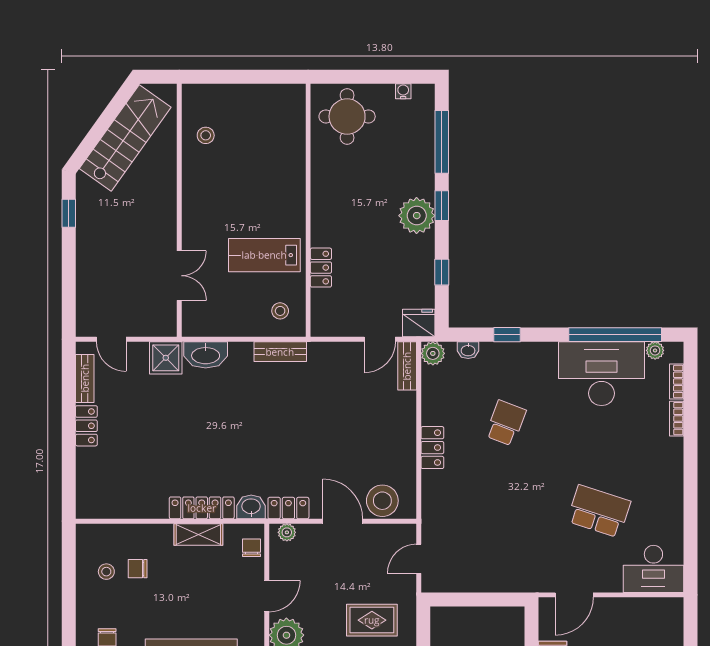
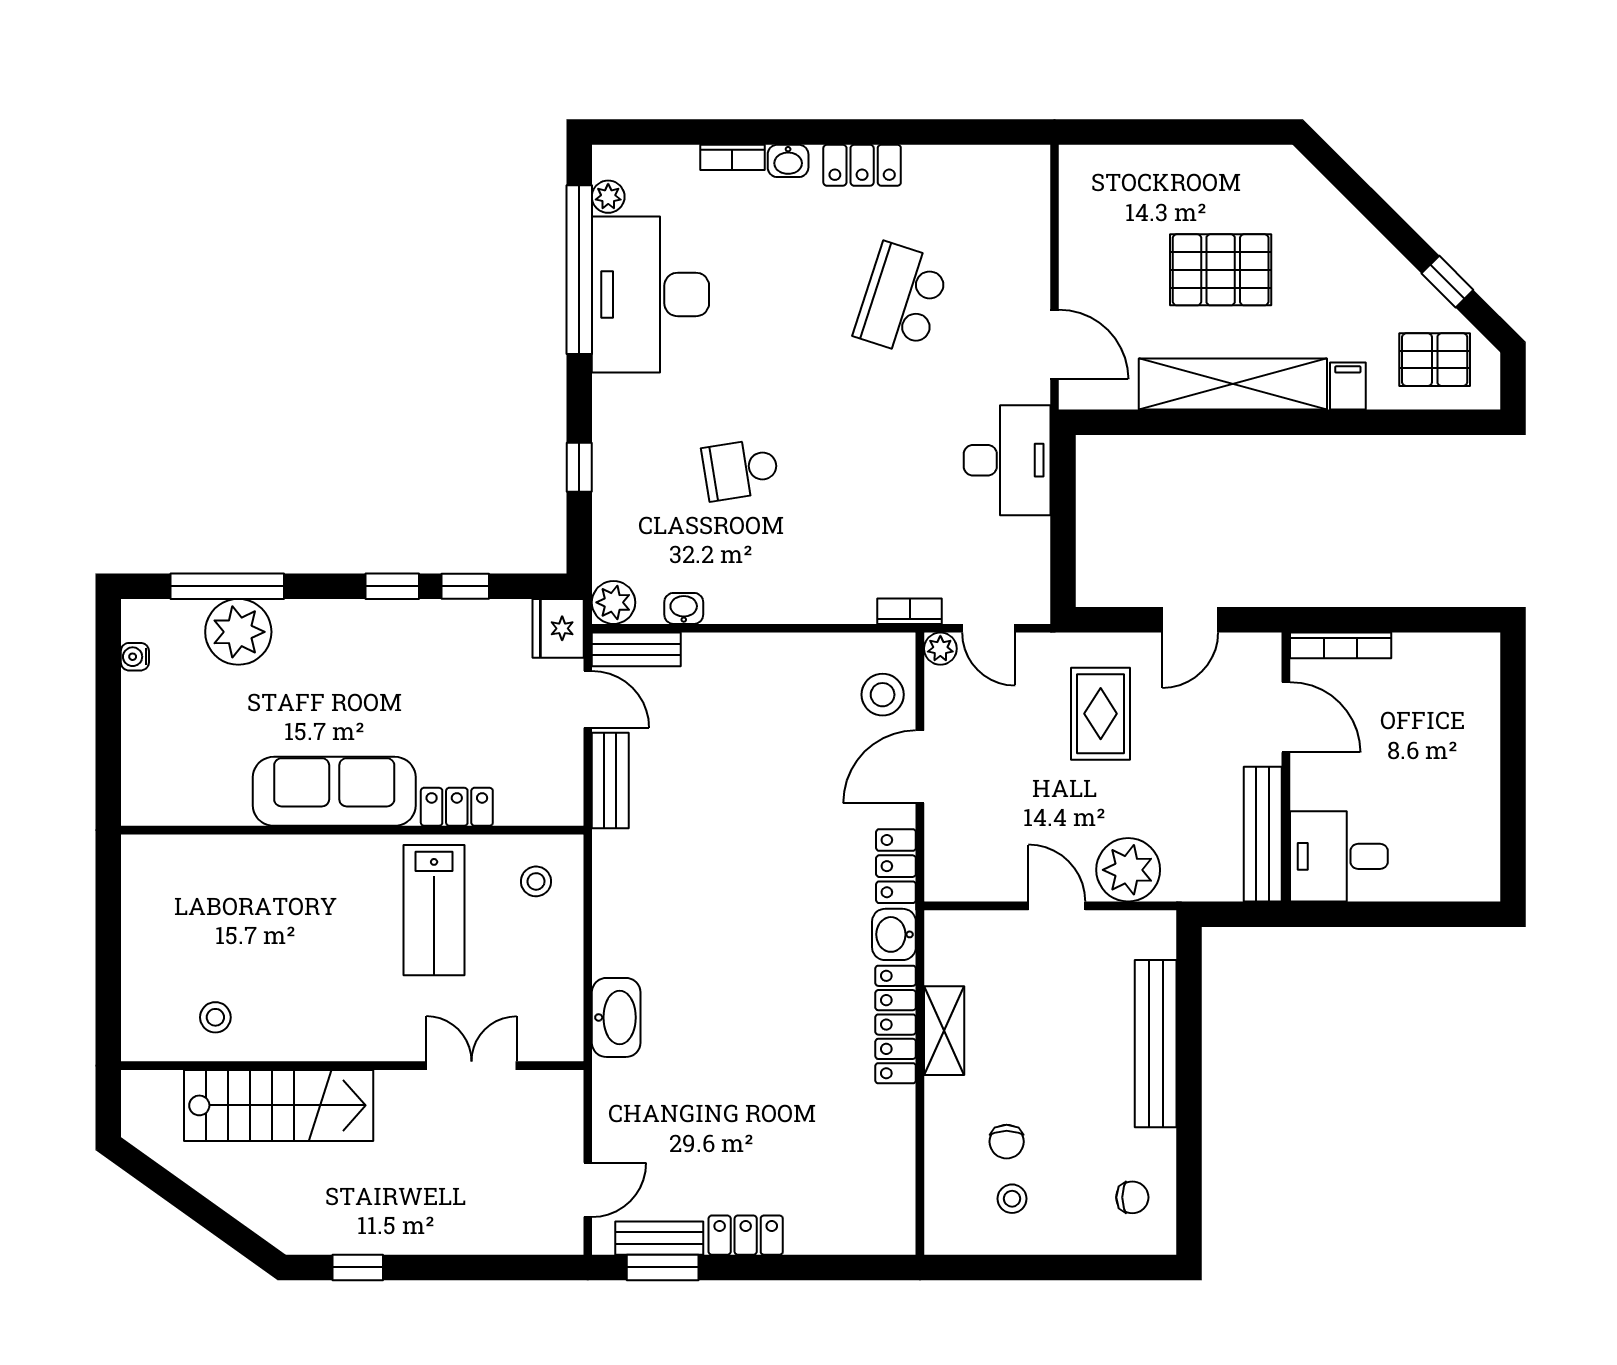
round table: (347, 116) -> (181, 759), removed
stairs: (125, 138) -> (279, 1105), moved, turned 144
sofa: (329, 200) -> (334, 791), added
window: (442, 206) -> (392, 586), moved
plant: (417, 216) -> (238, 632), moved
washbasin: (468, 350) -> (684, 608), moved, turned -90
bench: (280, 352) -> (610, 781), moved
shower: (166, 358) -> (622, 1090), removed
window: (69, 380) -> (663, 1267), added
bookcase: (677, 382) -> (910, 611), moved, turned 180
school desk: (506, 423) -> (741, 469), turned -30
locker: (432, 448) -> (862, 165), moved, turned 180
washbasin: (675, 449) -> (788, 161), added
stool: (382, 501) -> (883, 695), width x0.73, depth x0.73
plant: (287, 532) -> (940, 649), moved
chair: (251, 548) -> (968, 934), removed
desk: (653, 569) -> (1007, 460), moved

